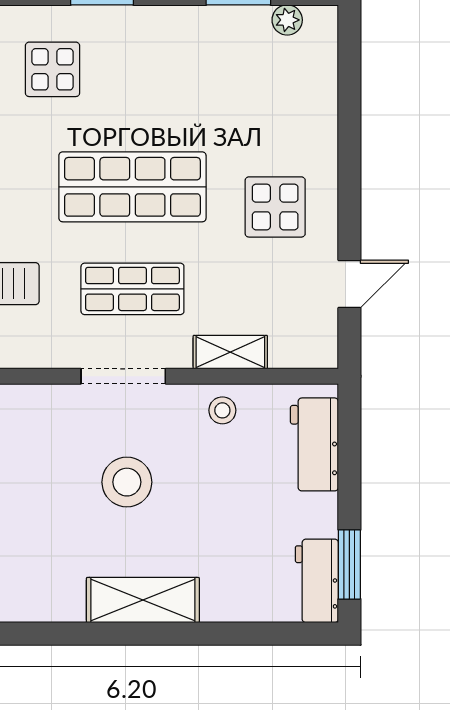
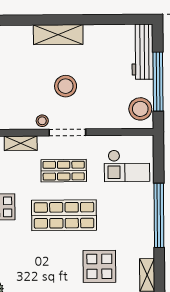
display table: (52, 69) -> (99, 266), width x1.36, depth x1.36
stool: (222, 410) -> (42, 121), moved

